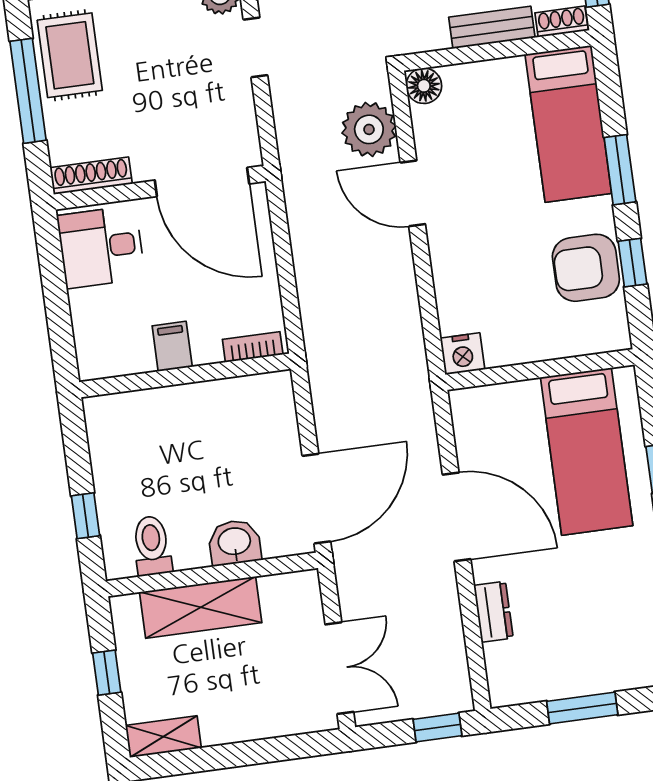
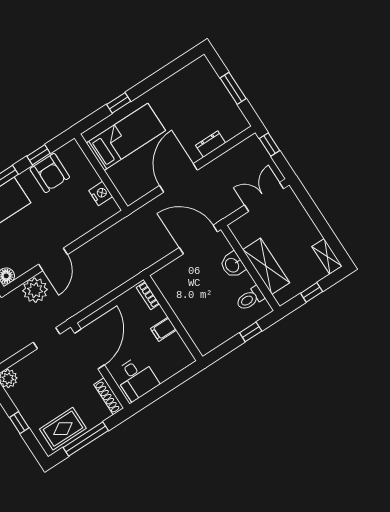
doorway: (255, 47) -> (47, 338), moved
nightstand: (462, 354) -> (101, 193), moved

